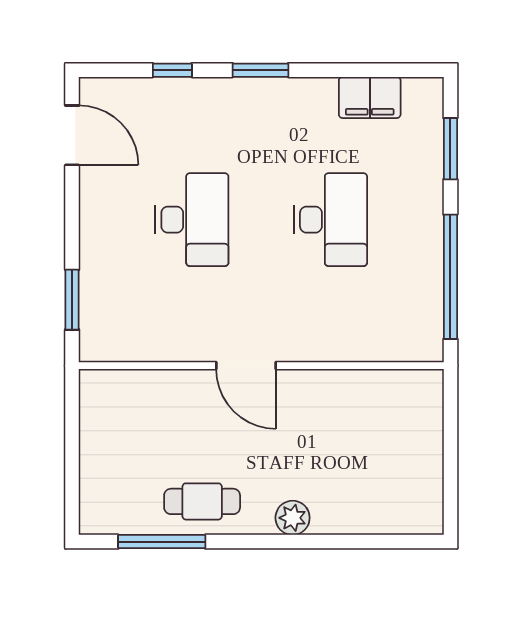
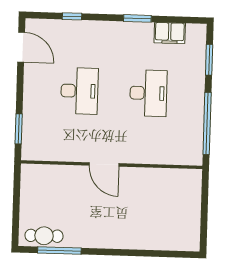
window: (260, 70) -> (137, 18), moved
cafe table: (202, 501) -> (44, 236), moved
plant: (293, 518) -> (125, 241), removed

